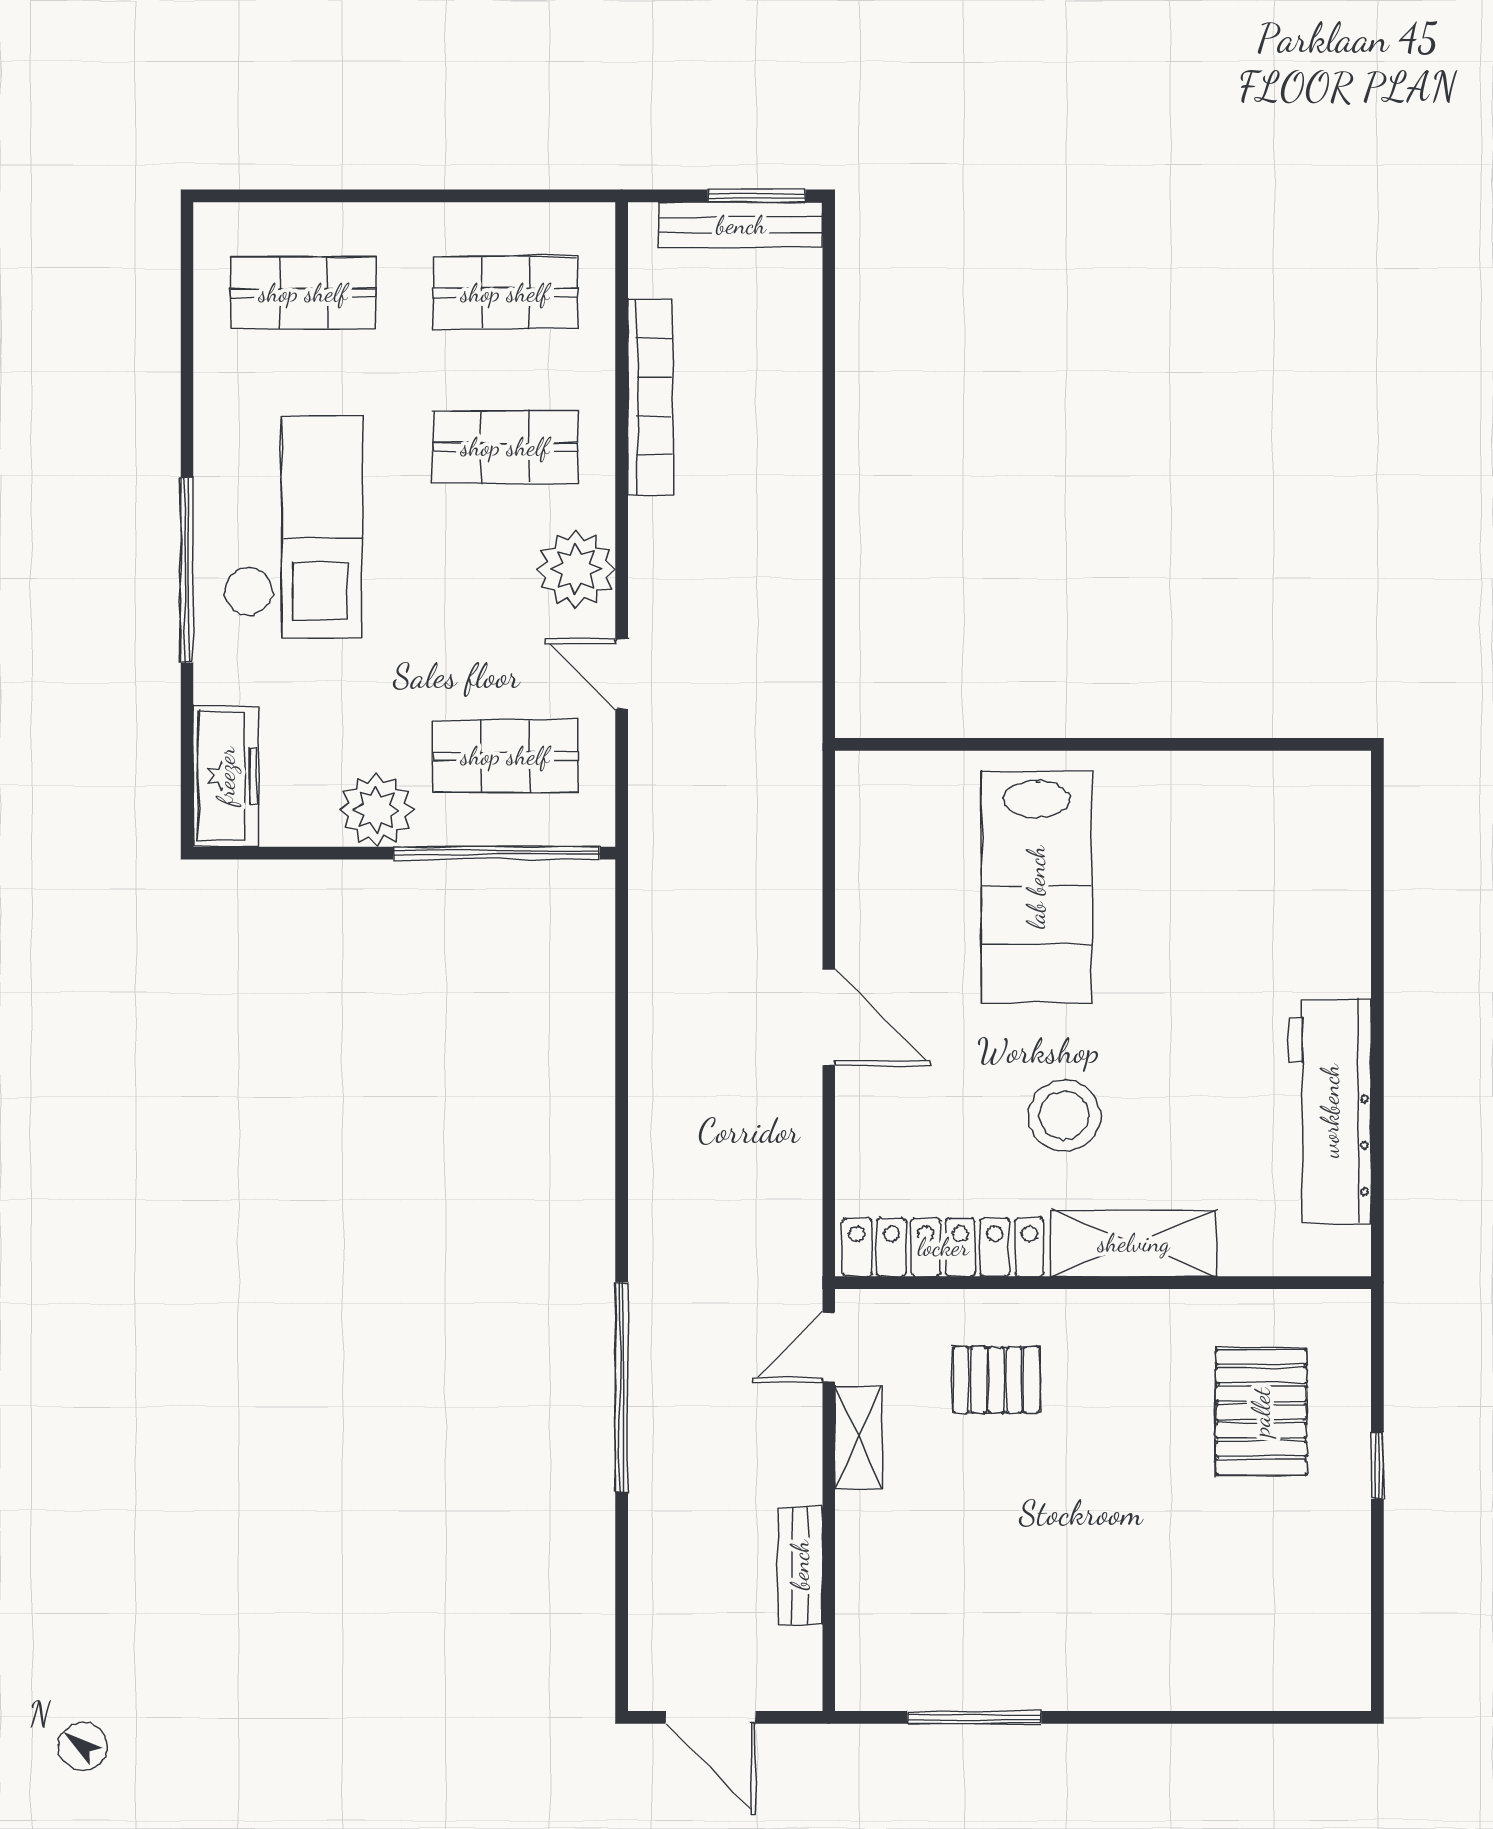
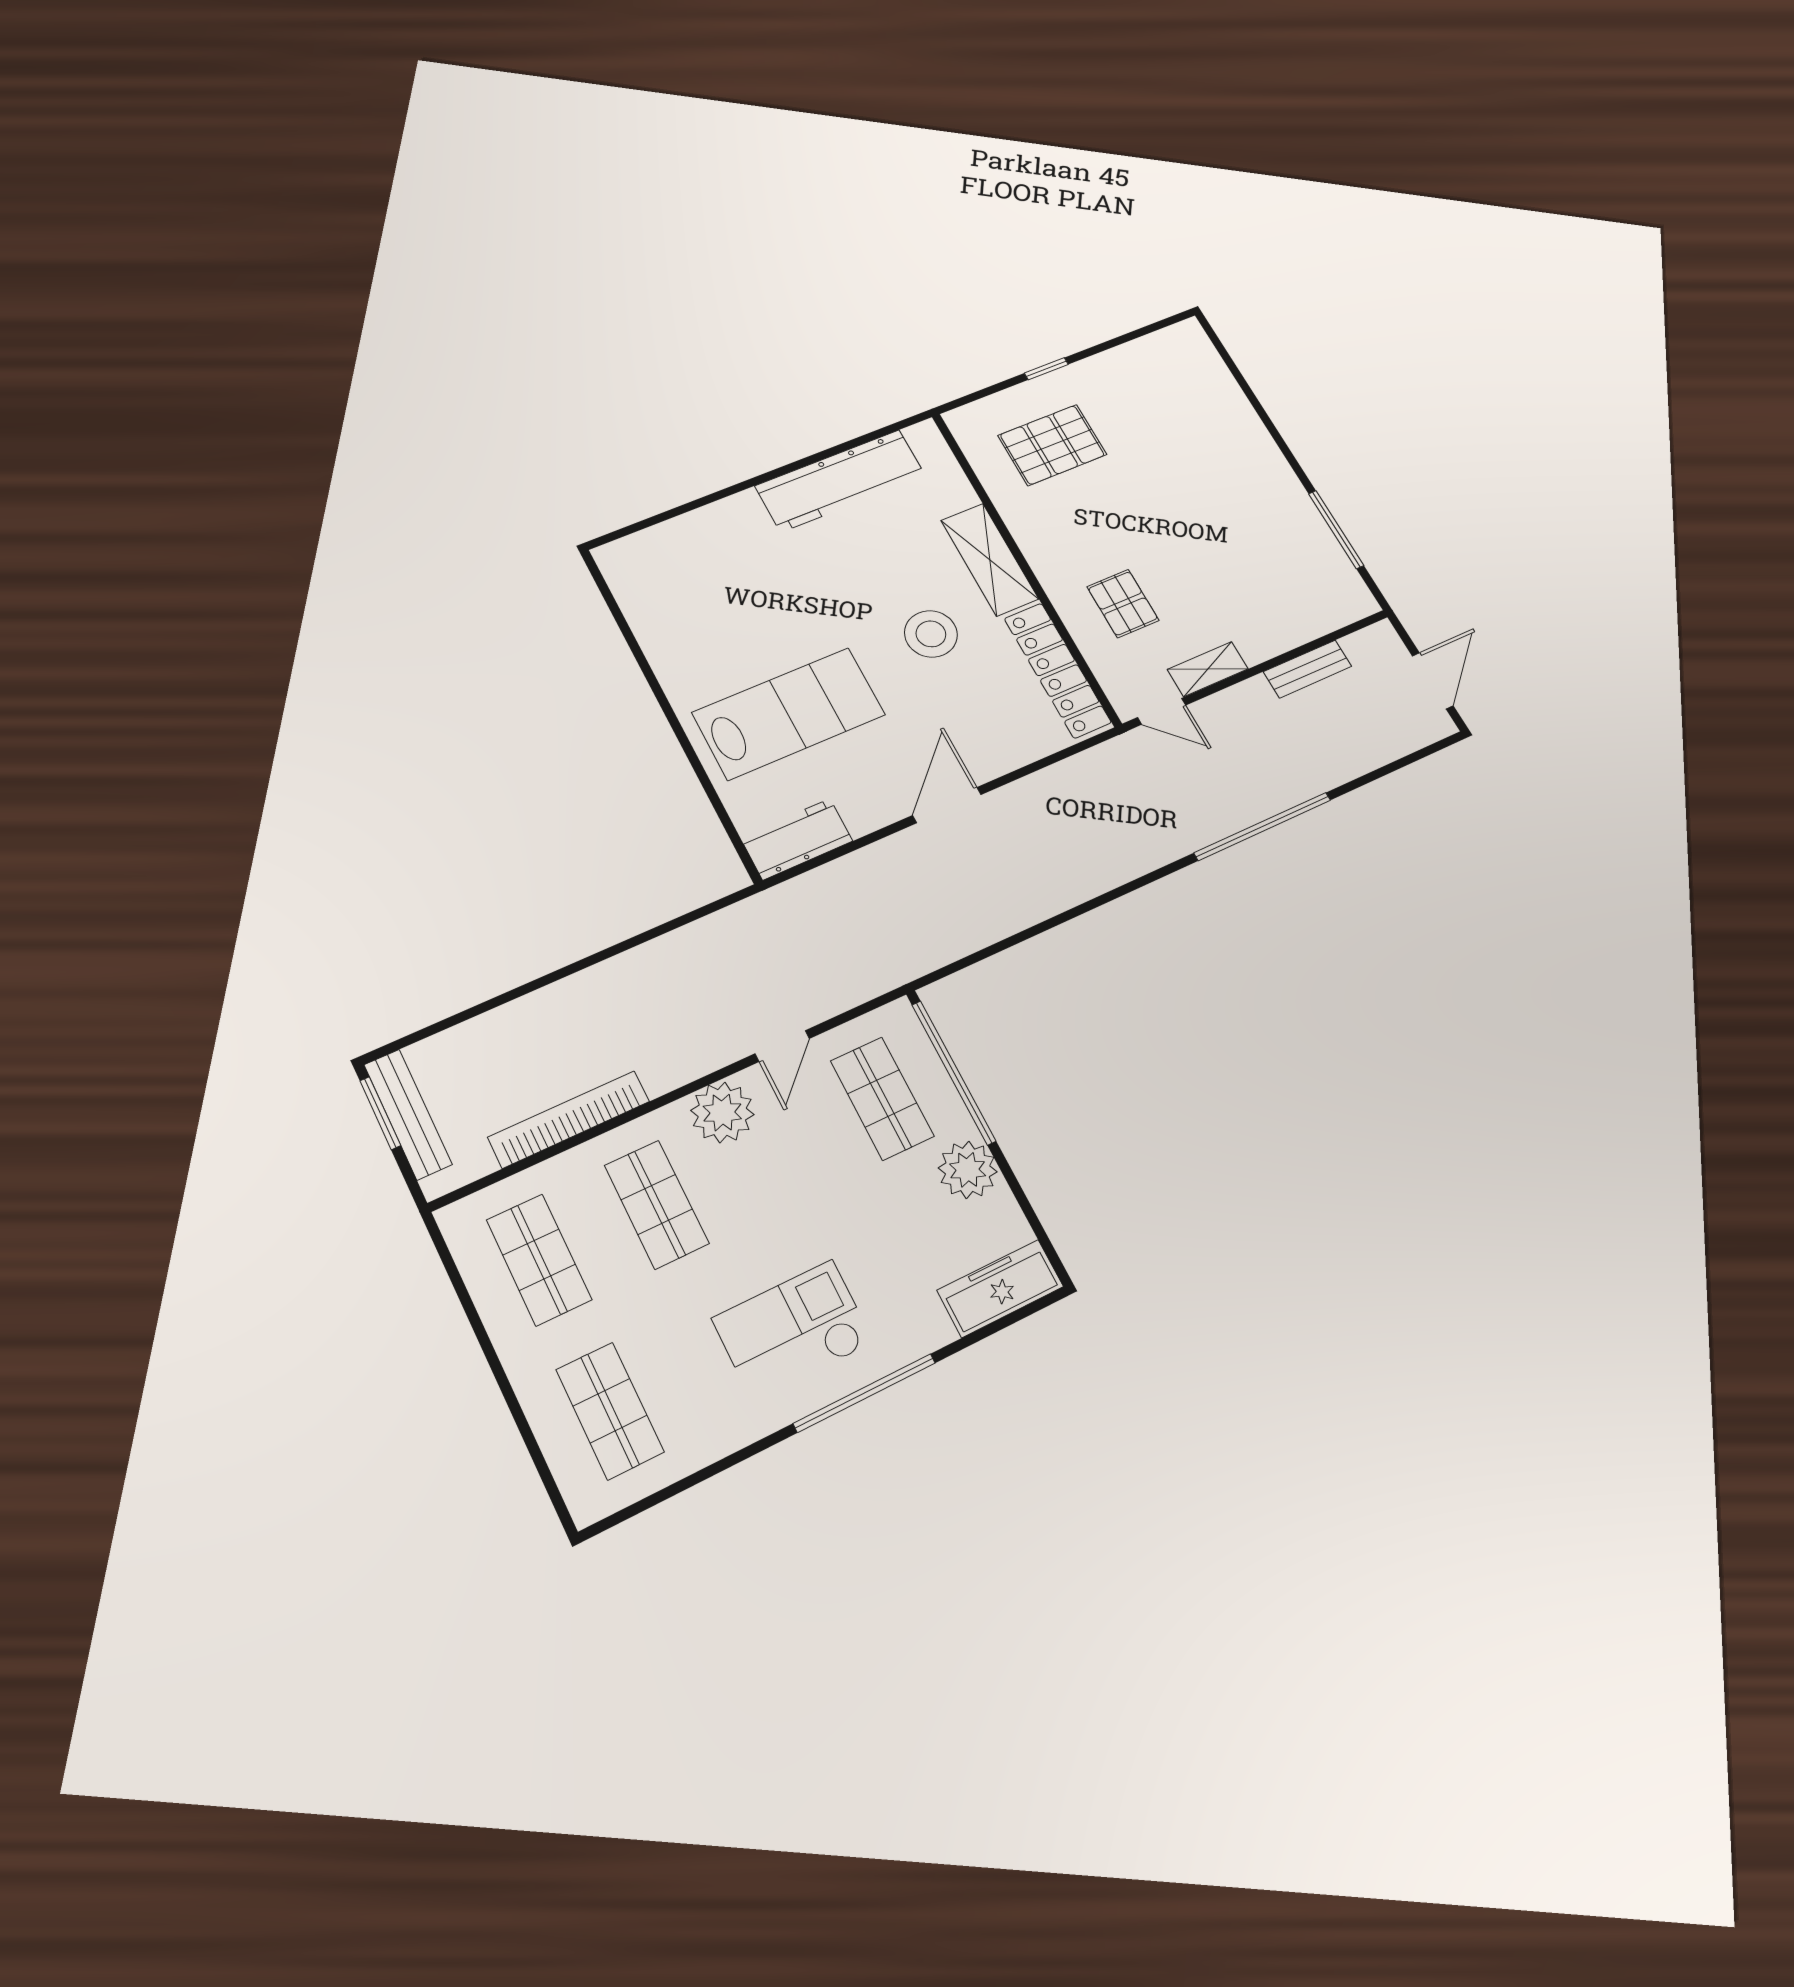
checkout: (293, 527) -> (793, 1330), width x0.73, depth x0.83
workbench: (869, 816) -> (797, 839), added

